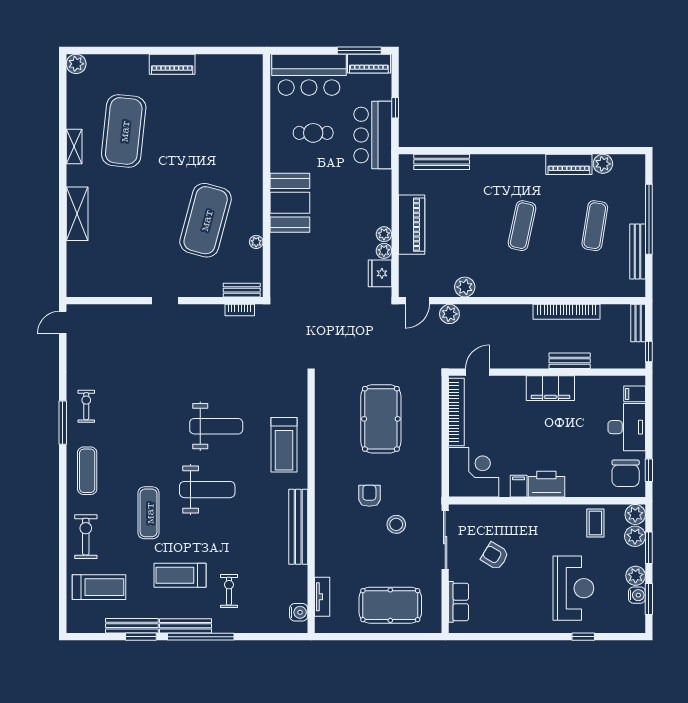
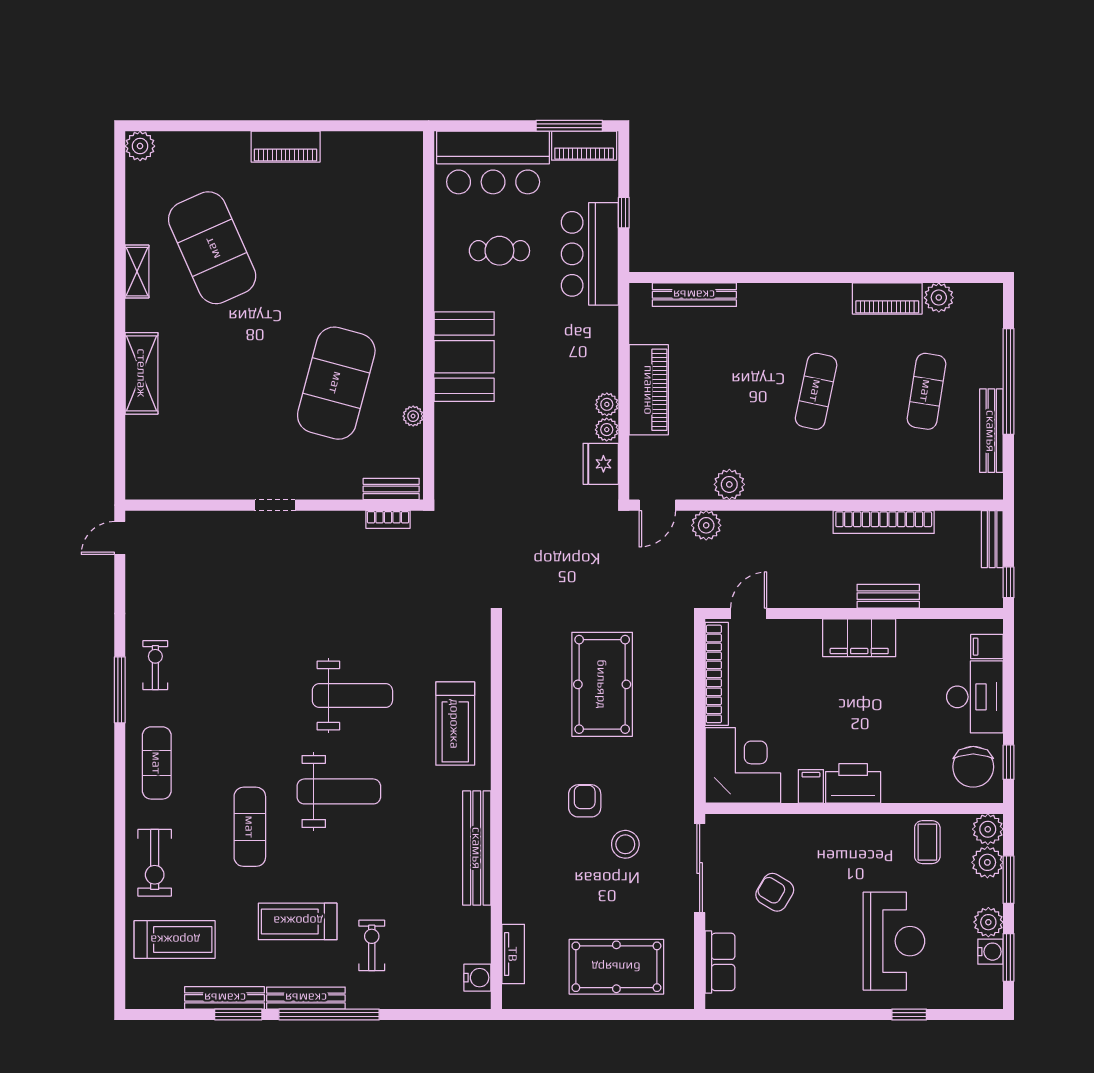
exercise mat: (124, 131) -> (212, 248), turned -30
exercise bike: (86, 537) -> (155, 863), turned 180

